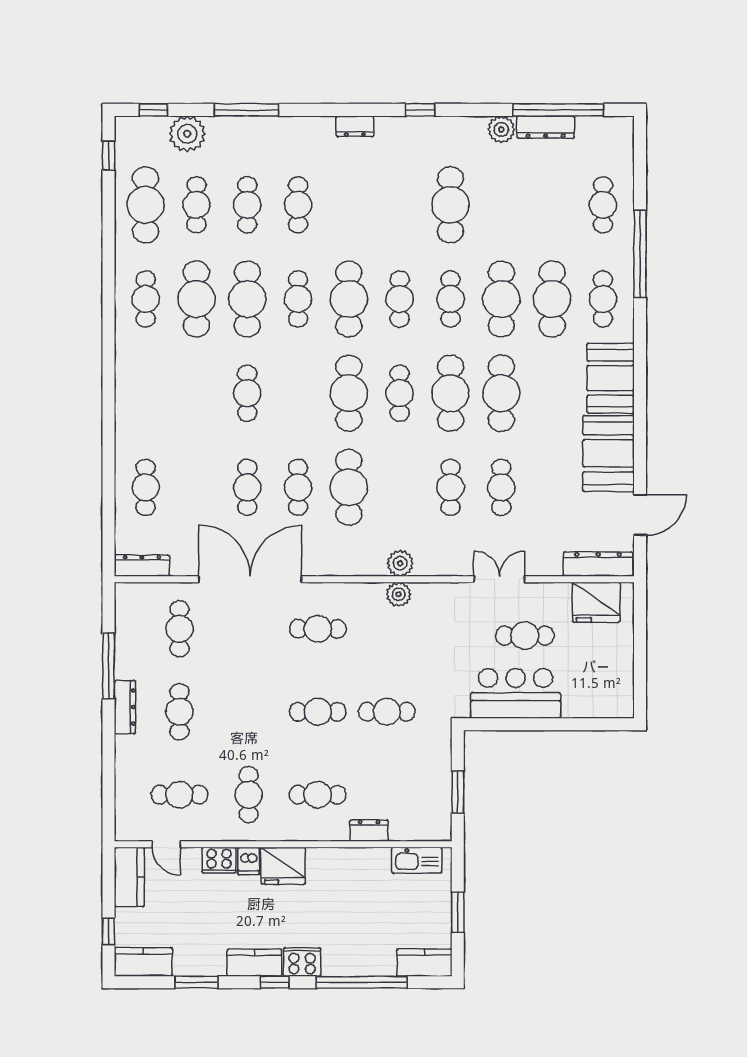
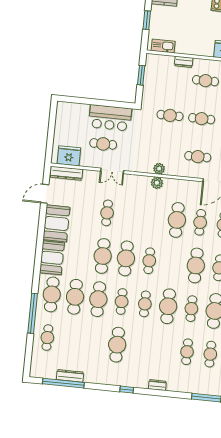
plant: (501, 129) -> (90, 377), removed
cafe table: (603, 299) -> (52, 294), width x1.37, depth x1.35
cafe table: (349, 393) -> (196, 265), moved
cafe table: (450, 487) -> (130, 215), removed

